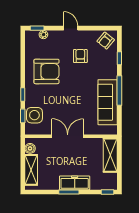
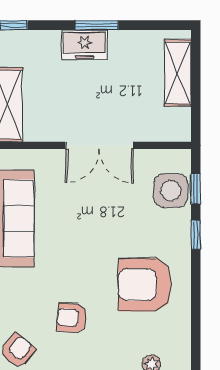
armchair: (80, 56) -> (72, 318), turned 95
boiler: (30, 148) -> (180, 119), removed
freezer: (75, 183) -> (84, 45), width x0.71

